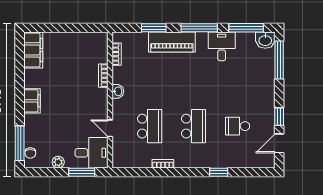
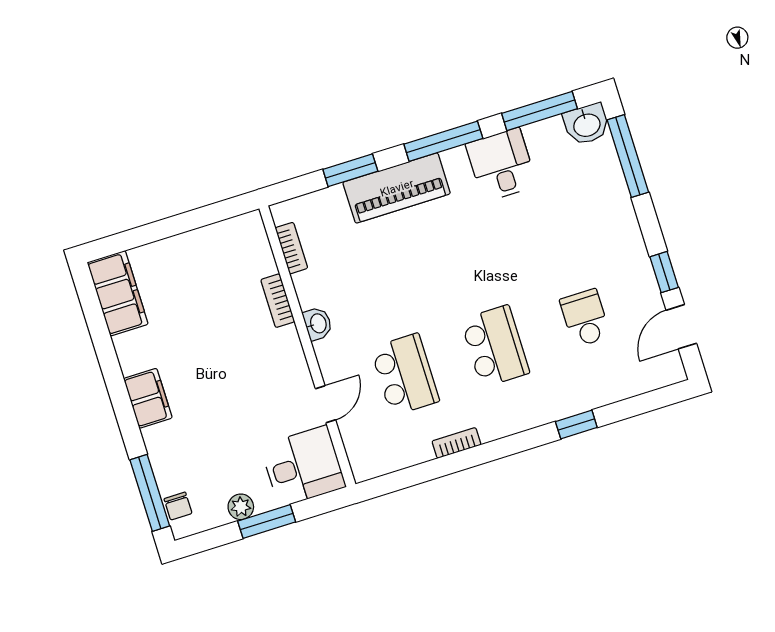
school desk: (238, 126) -> (585, 318), turned 90
door: (110, 128) -> (325, 404), swing flipped
window: (82, 172) -> (267, 522), moved

